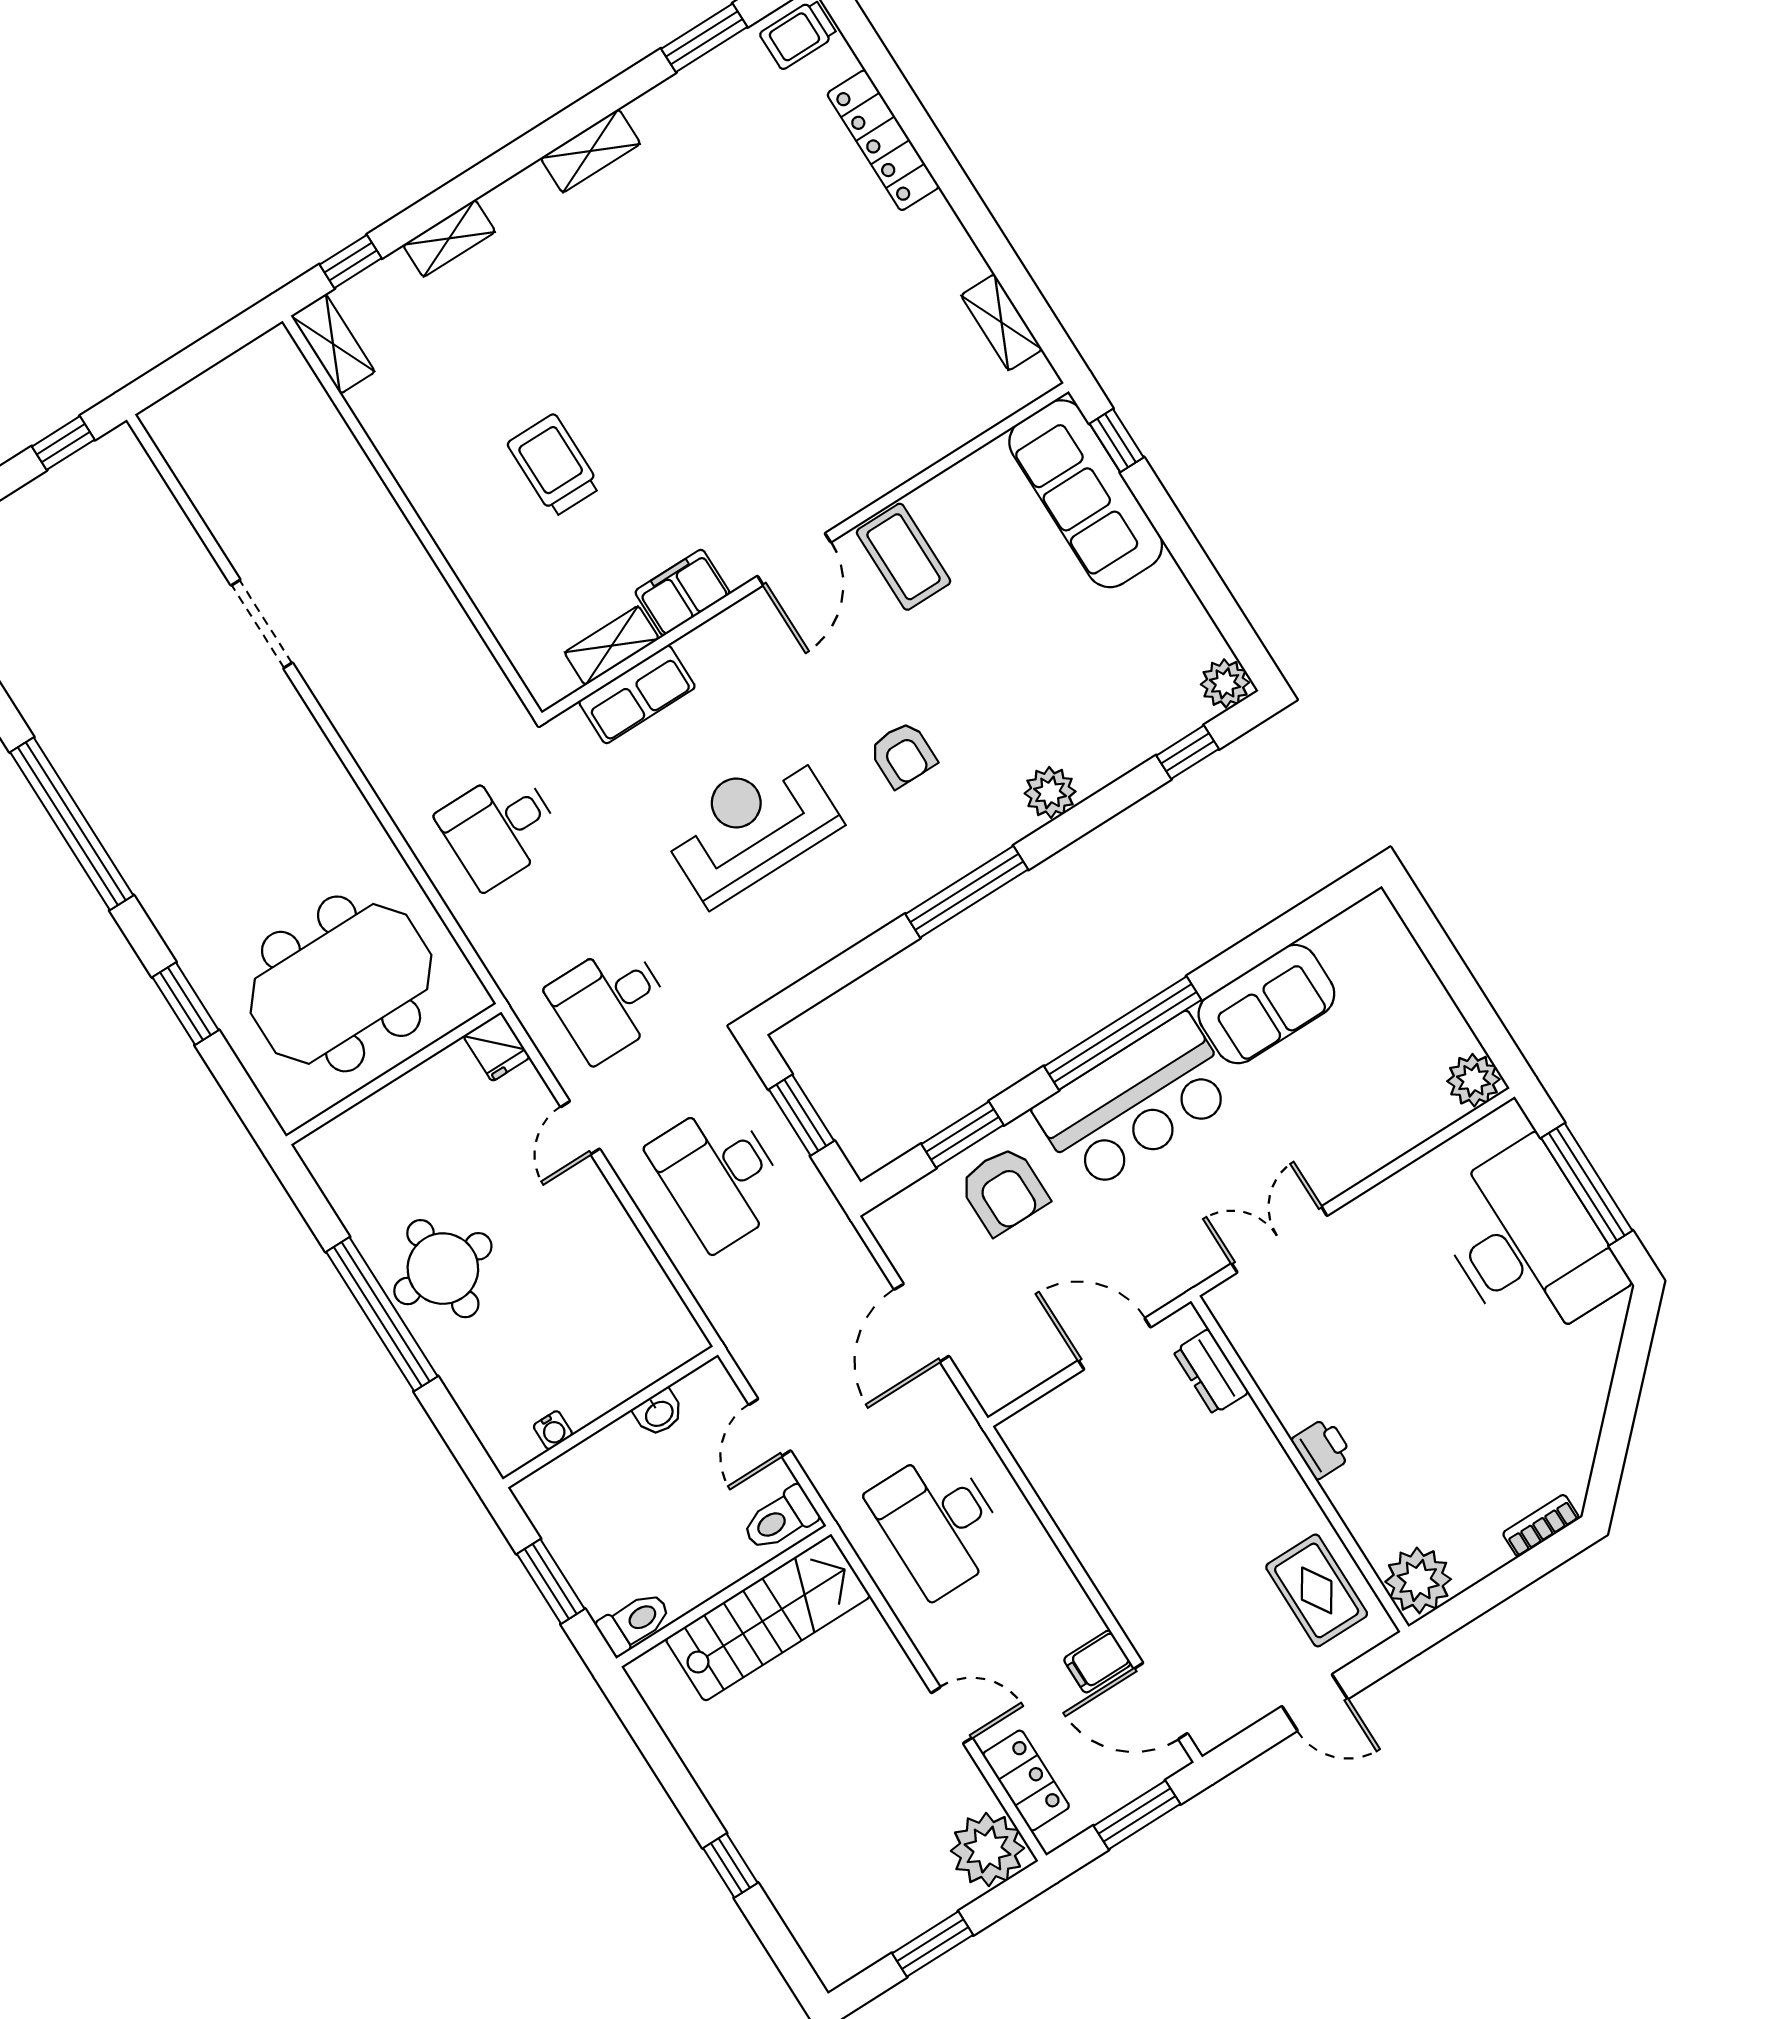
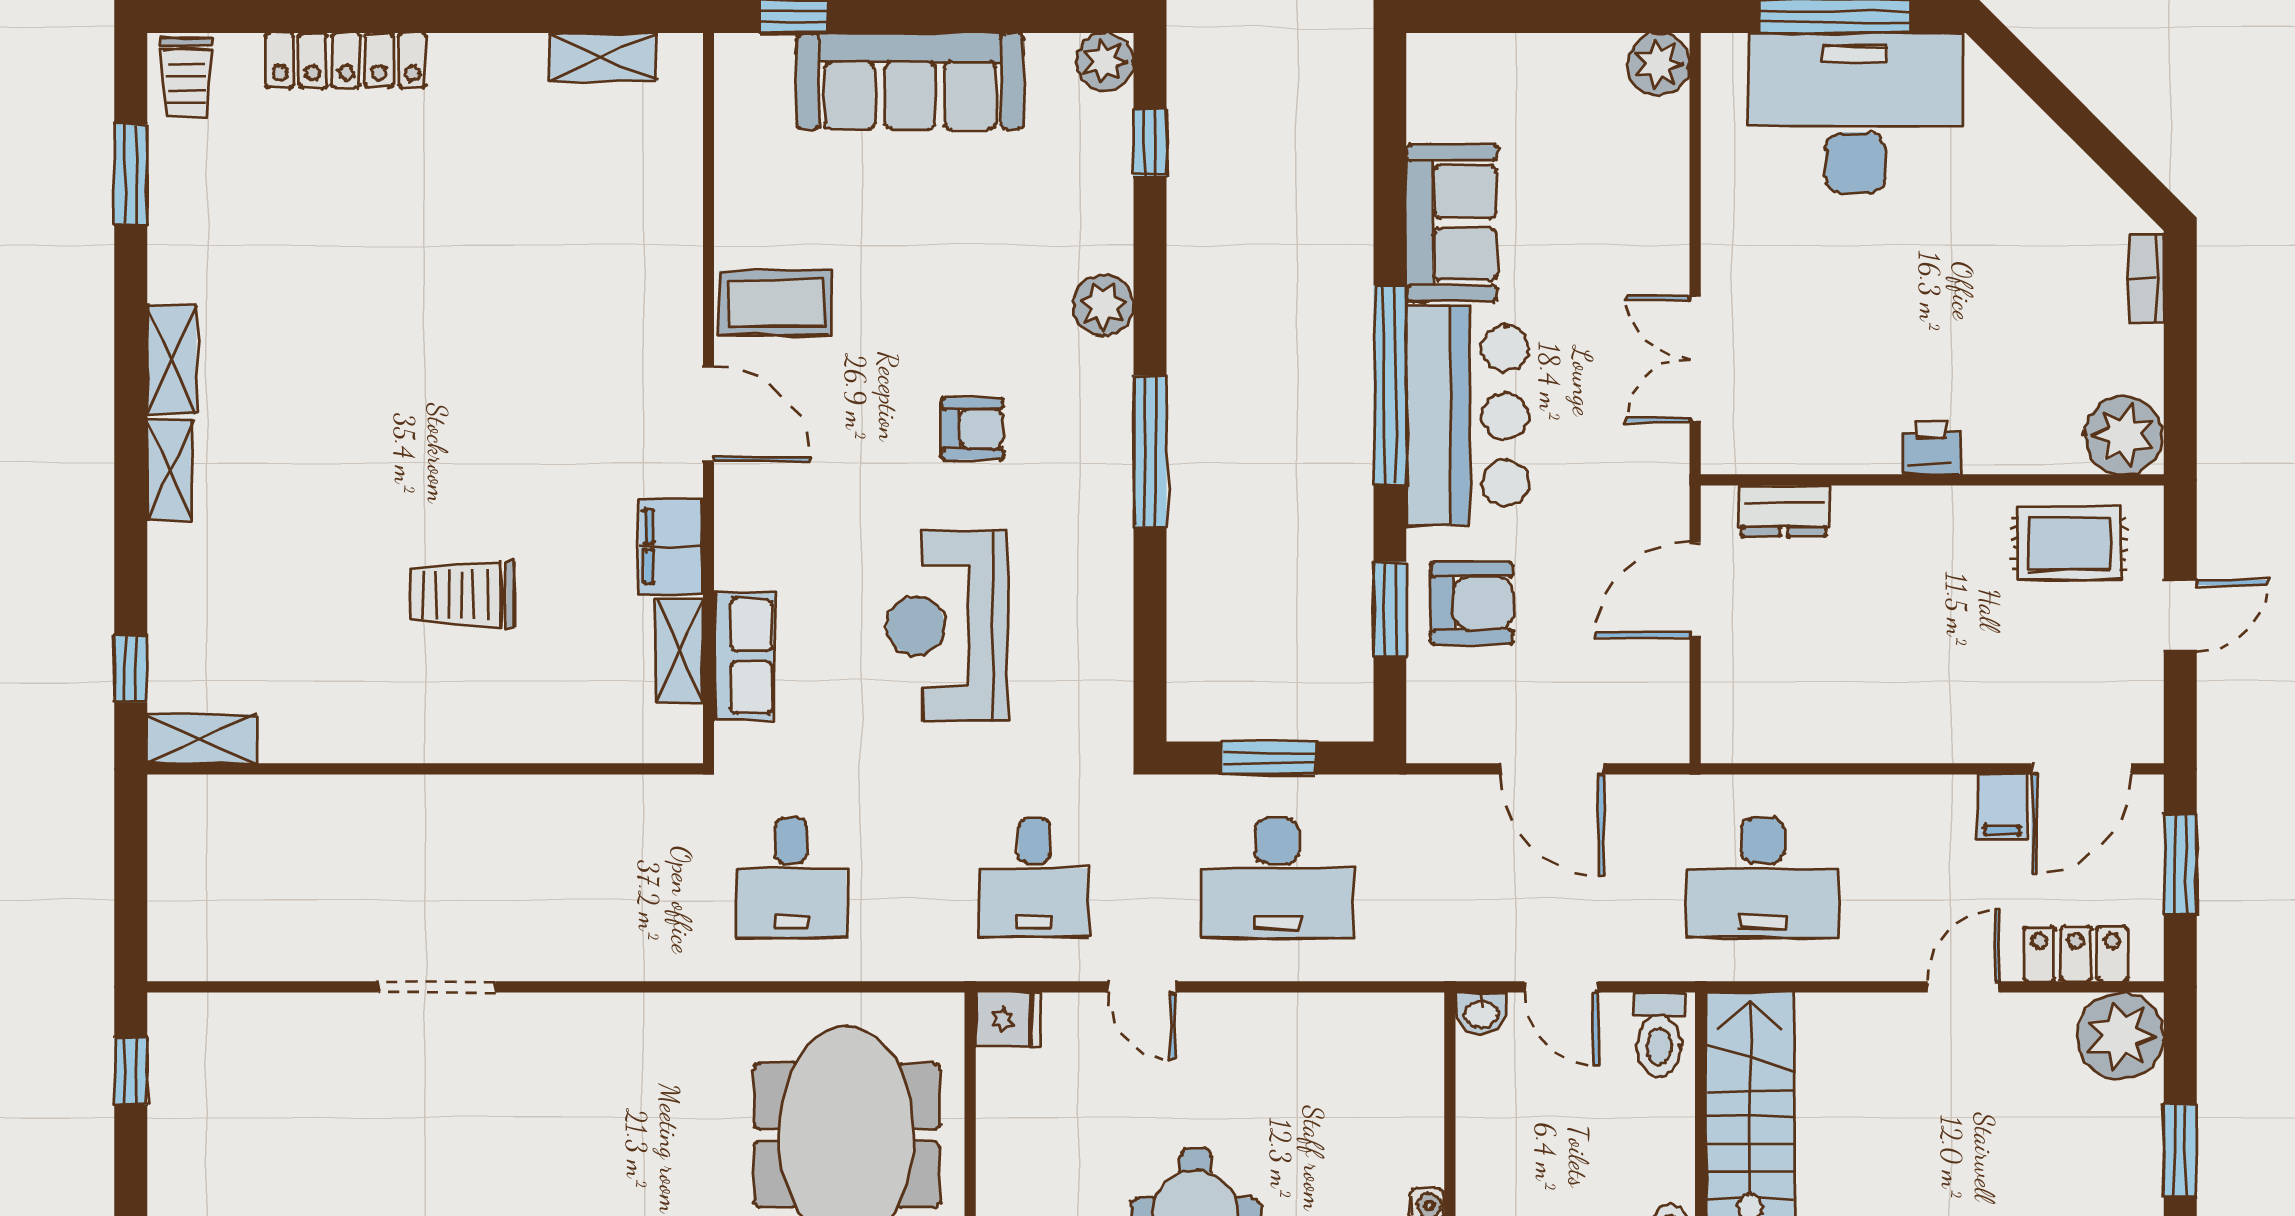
shelving: (449, 238) -> (170, 470), moved
sofa: (1086, 494) -> (910, 81), moved
washbasin: (659, 1413) -> (1481, 1013), moved, turned 90

